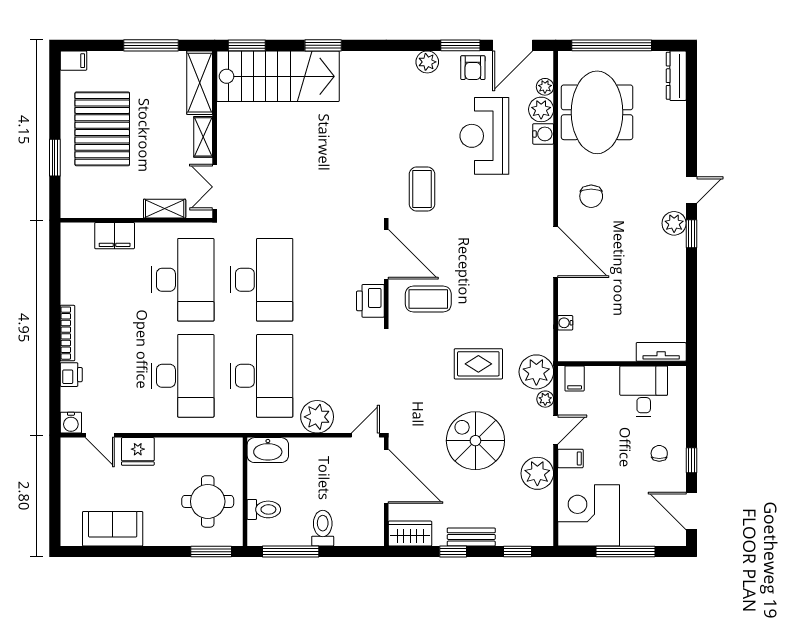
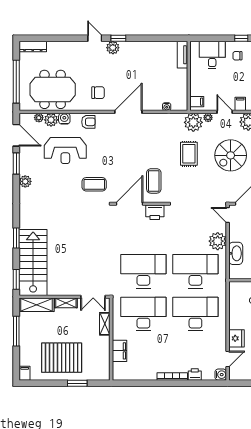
armchair: (473, 68) -> (88, 122), moved
desk: (644, 391) -> (212, 55), moved, turned 90
washbasin: (268, 450) -> (236, 253), moved

